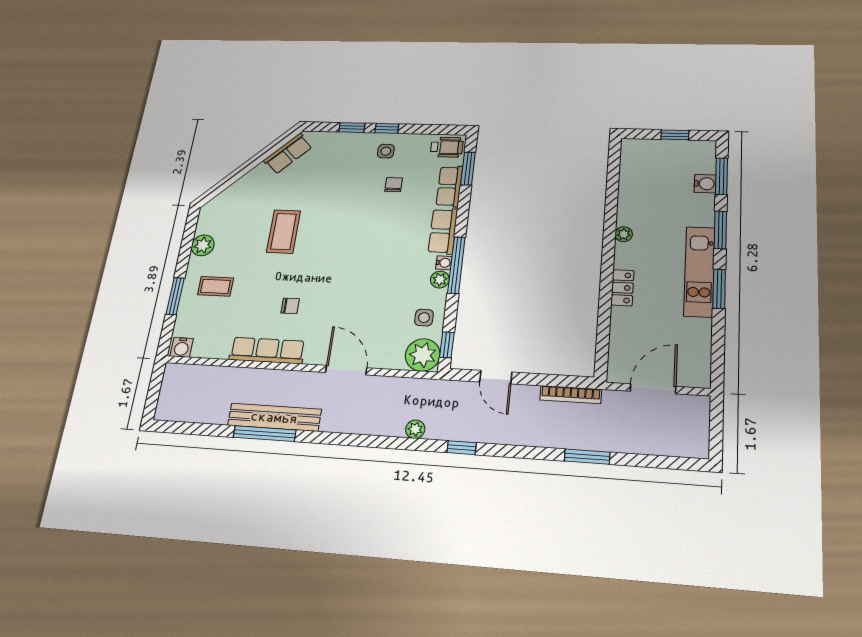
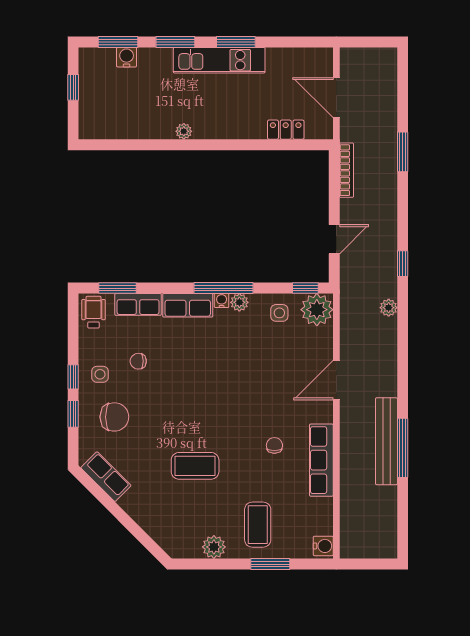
chair: (343, 162) -> (114, 417), added
coffee table: (216, 286) -> (258, 525), width x1.36, depth x1.30
locker: (622, 288) -> (286, 130), moved

